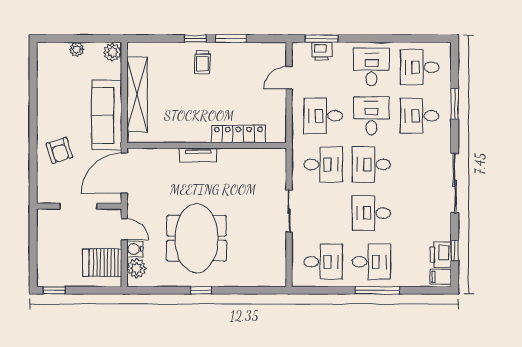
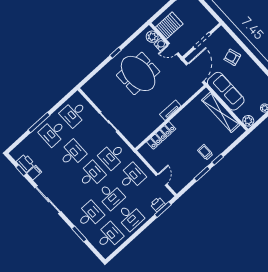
filing cabinet: (441, 277) -> (34, 173), moved

